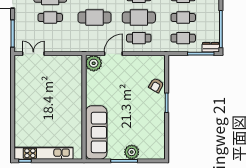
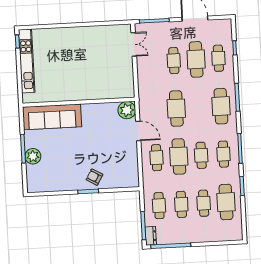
armchair: (156, 85) -> (94, 177), moved

